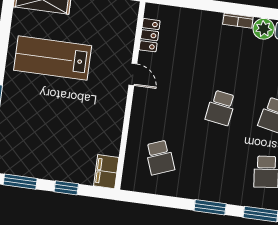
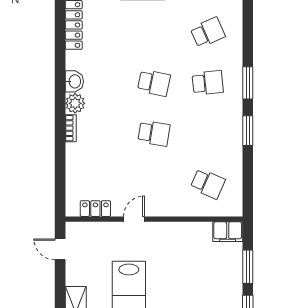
school desk: (160, 157) -> (208, 184), turned 45
window: (66, 188) -> (248, 267), width x1.50

